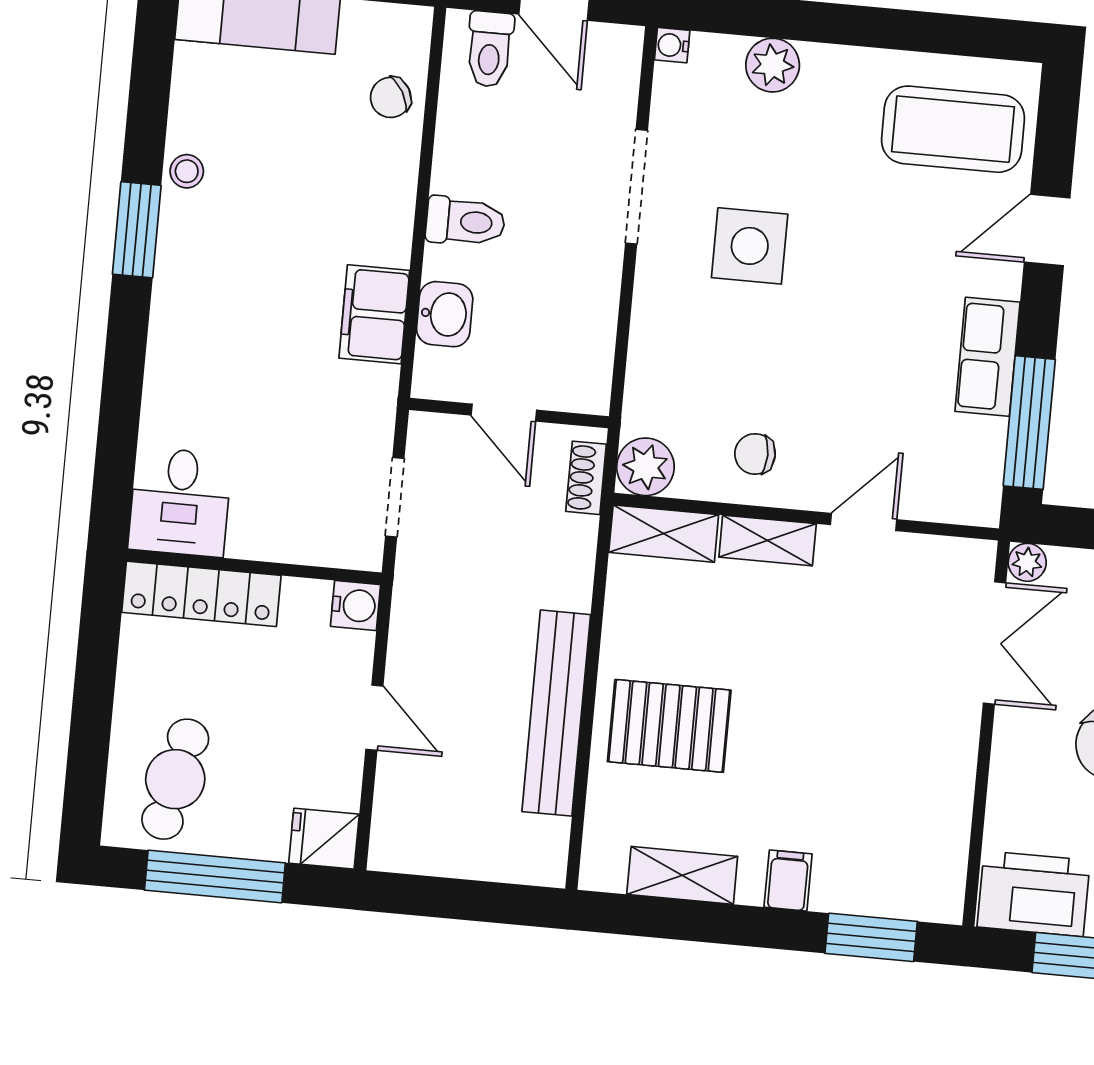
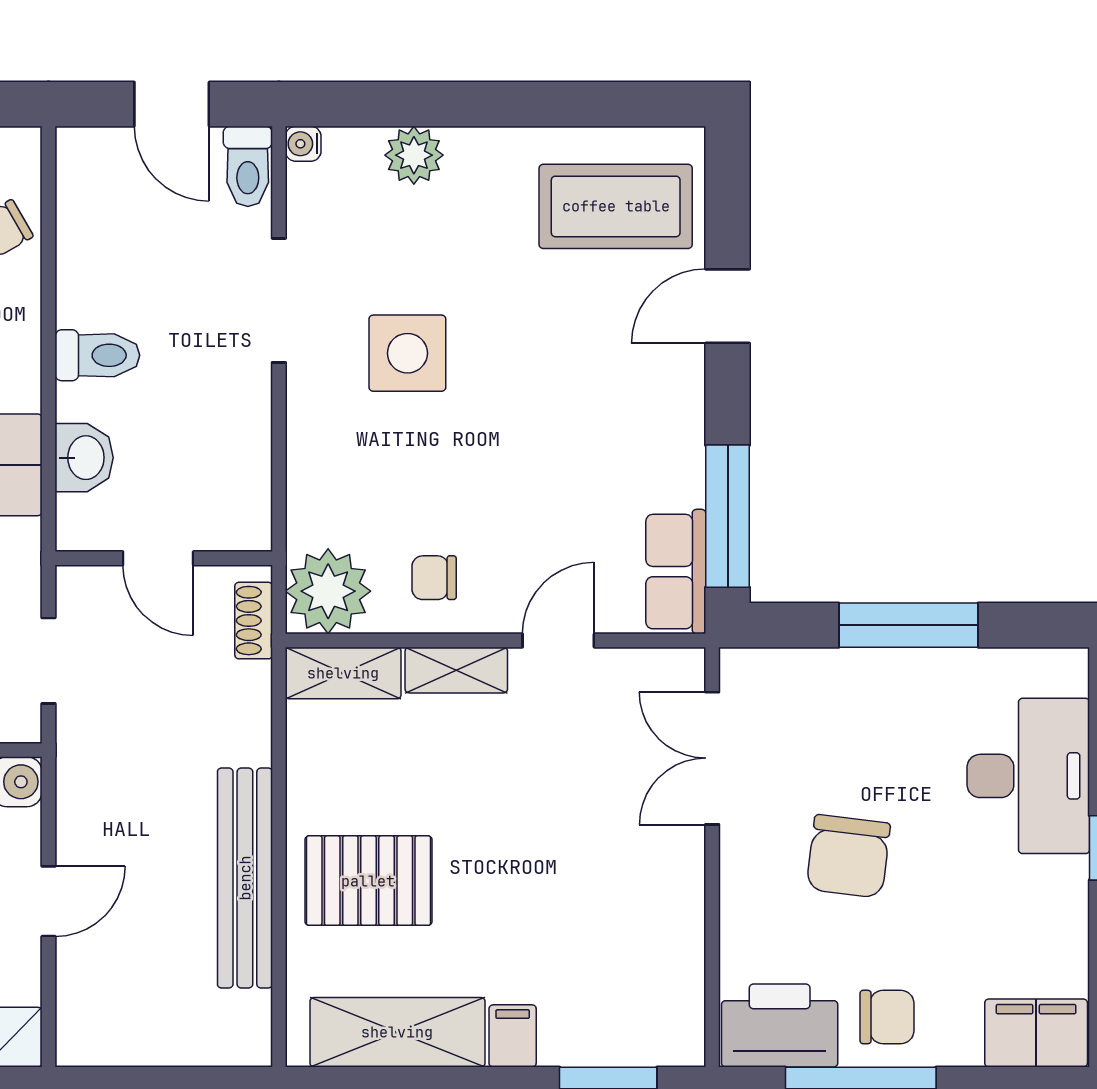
toilet: (490, 49) -> (248, 166), moved
row of seats: (987, 357) -> (676, 572), moved
plant: (645, 467) -> (328, 591), width x1.36, depth x1.36
plant: (1027, 562) -> (739, 668), removed
double door: (995, 643) -> (712, 758), swing flipped
door: (374, 718) -> (49, 901), hinge flipped
shelving: (682, 875) -> (397, 1032), width x1.50, depth x1.33

